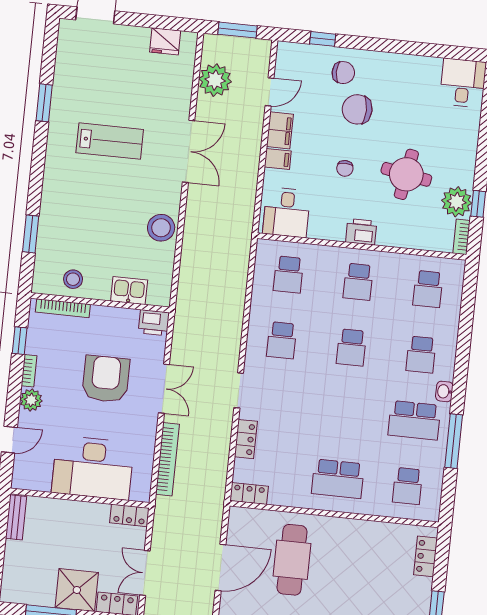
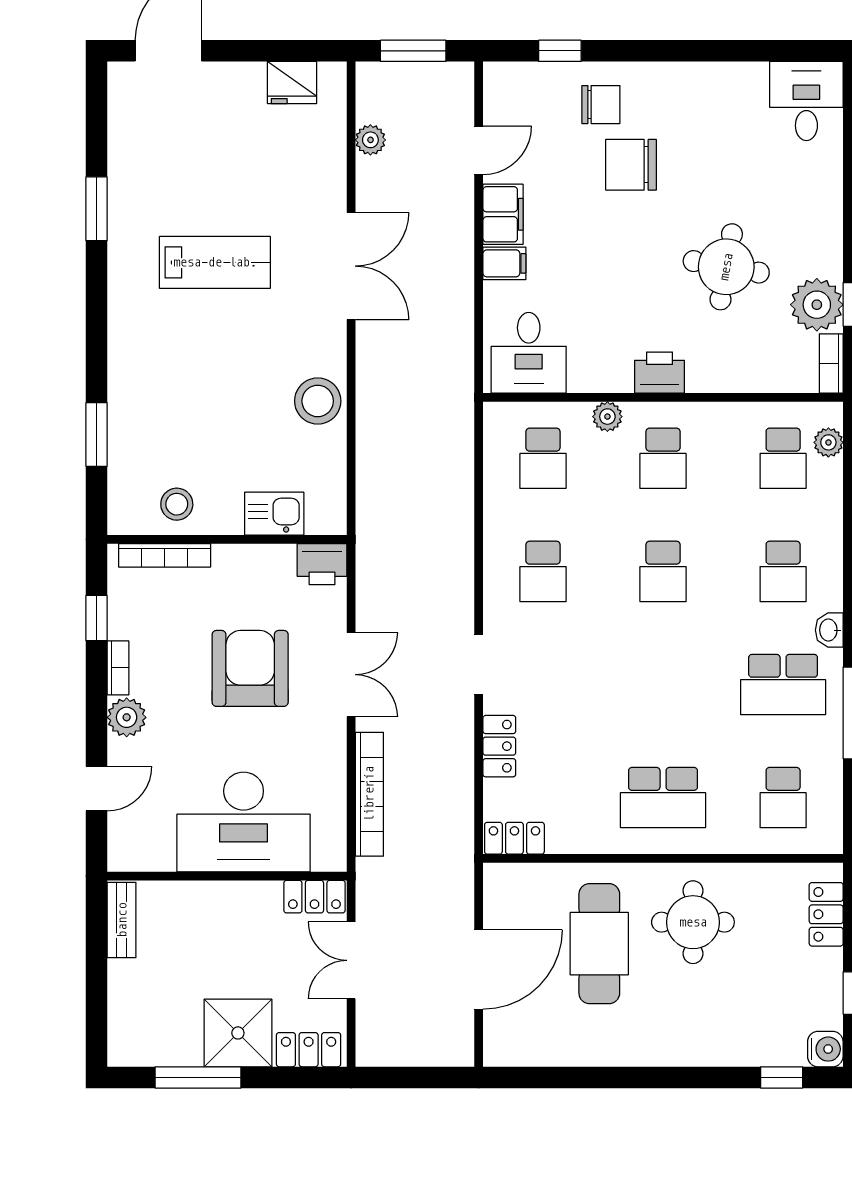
plant: (215, 80) -> (370, 140), width x0.53, depth x0.53
chair: (345, 168) -> (620, 267), removed
plant: (328, 254) -> (607, 417), added
plant: (455, 282) -> (828, 442), added
round table: (348, 553) -> (693, 922), added
double door: (145, 573) -> (351, 960), moved

